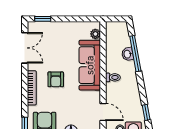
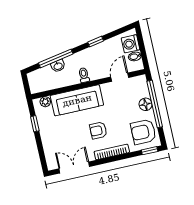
window: (43, 19) -> (35, 124), moved
armchair: (56, 79) -> (98, 130), turned 180
window: (146, 112) -> (96, 42), moved

